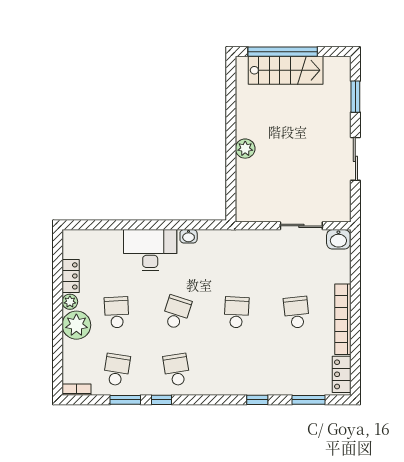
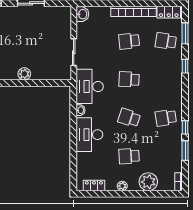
sliding door: (301, 226) -> (74, 52), moved
desk: (225, 251) -> (90, 86), added
locker: (71, 276) -> (94, 186), moved
plant: (76, 325) -> (148, 182), moved
school desk: (117, 370) -> (166, 41), moved

